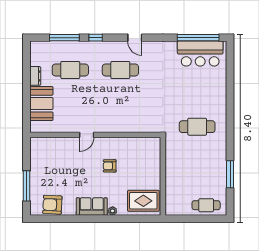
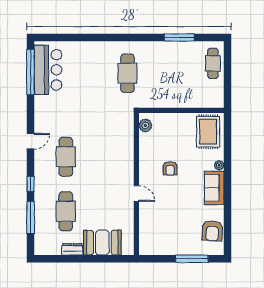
plant: (149, 143) -> (145, 125), added

